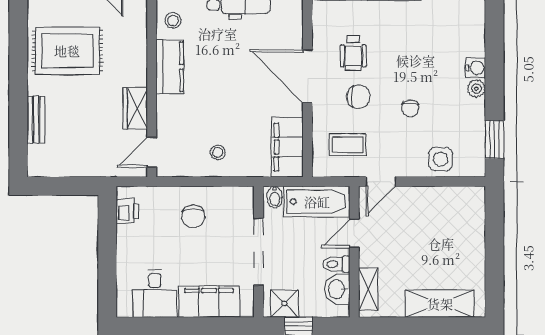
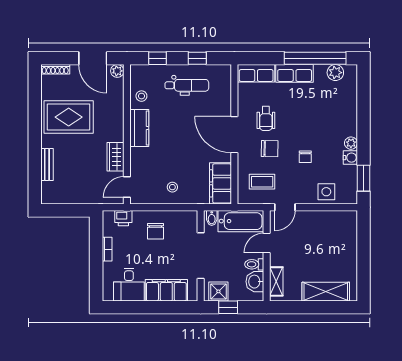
water cooler: (475, 68) -> (350, 158), moved
printer: (127, 211) -> (123, 218), moved, turned 90
bookcase: (123, 242) -> (107, 249), added

